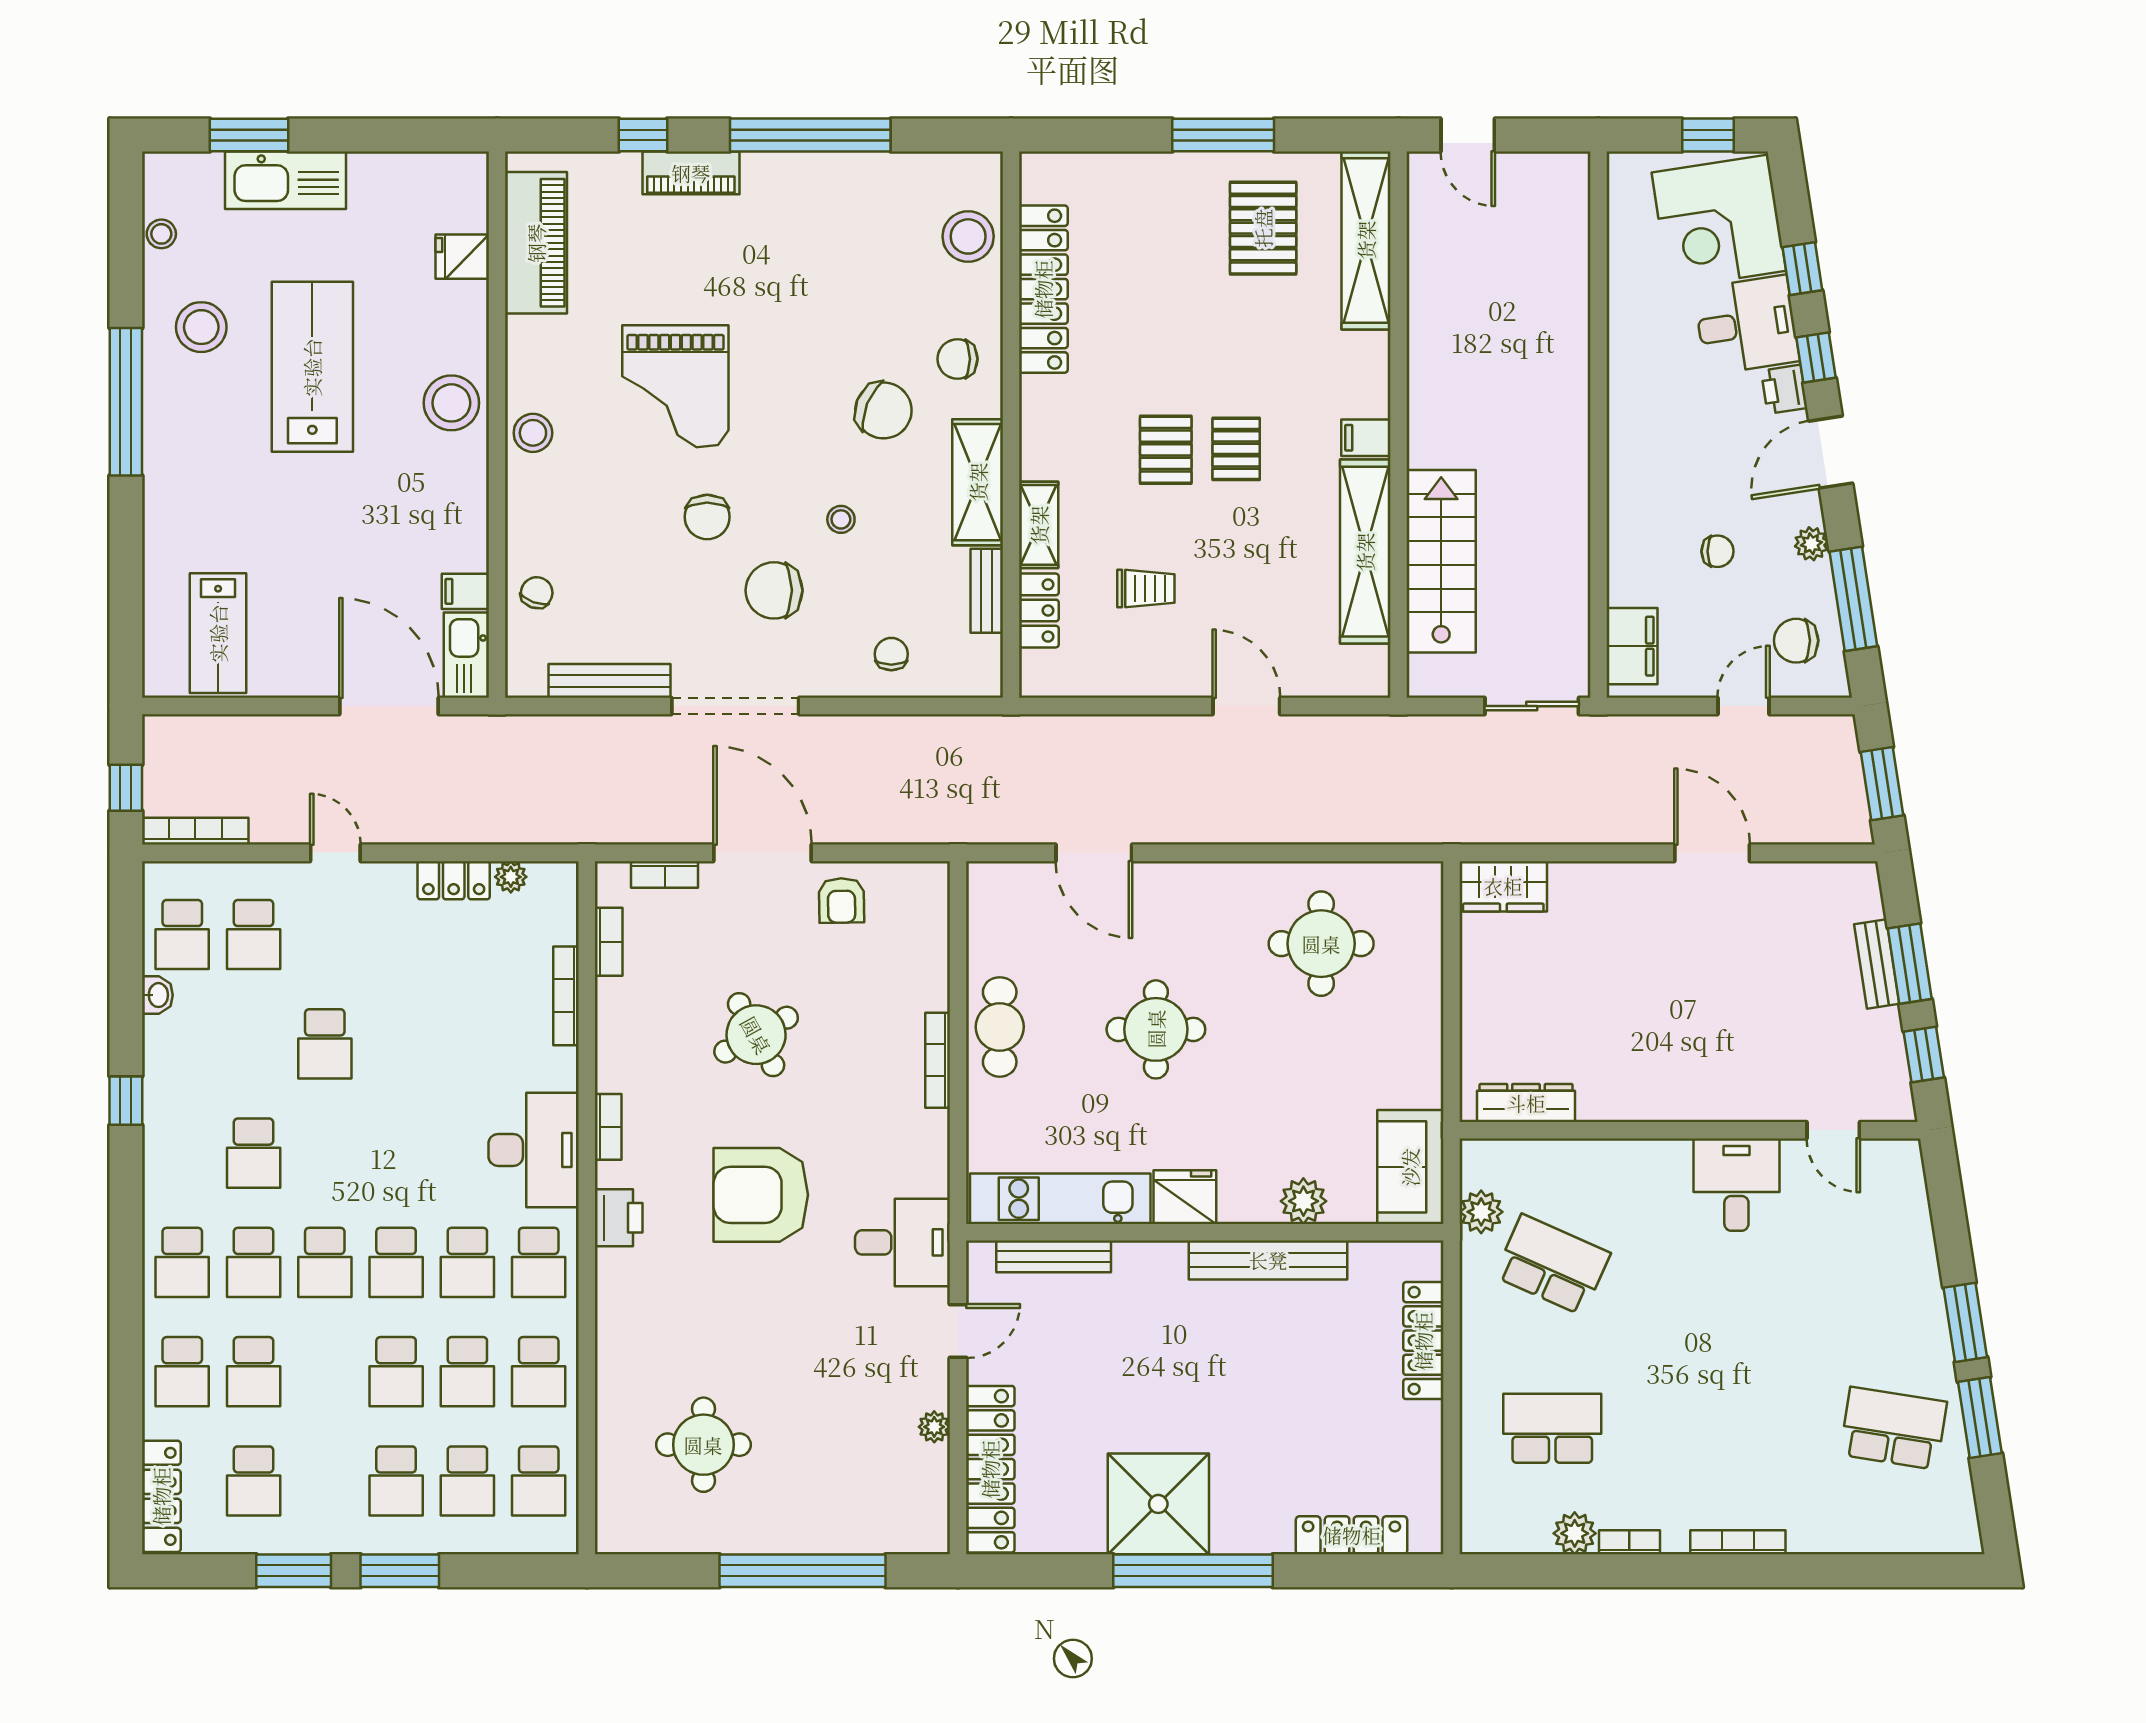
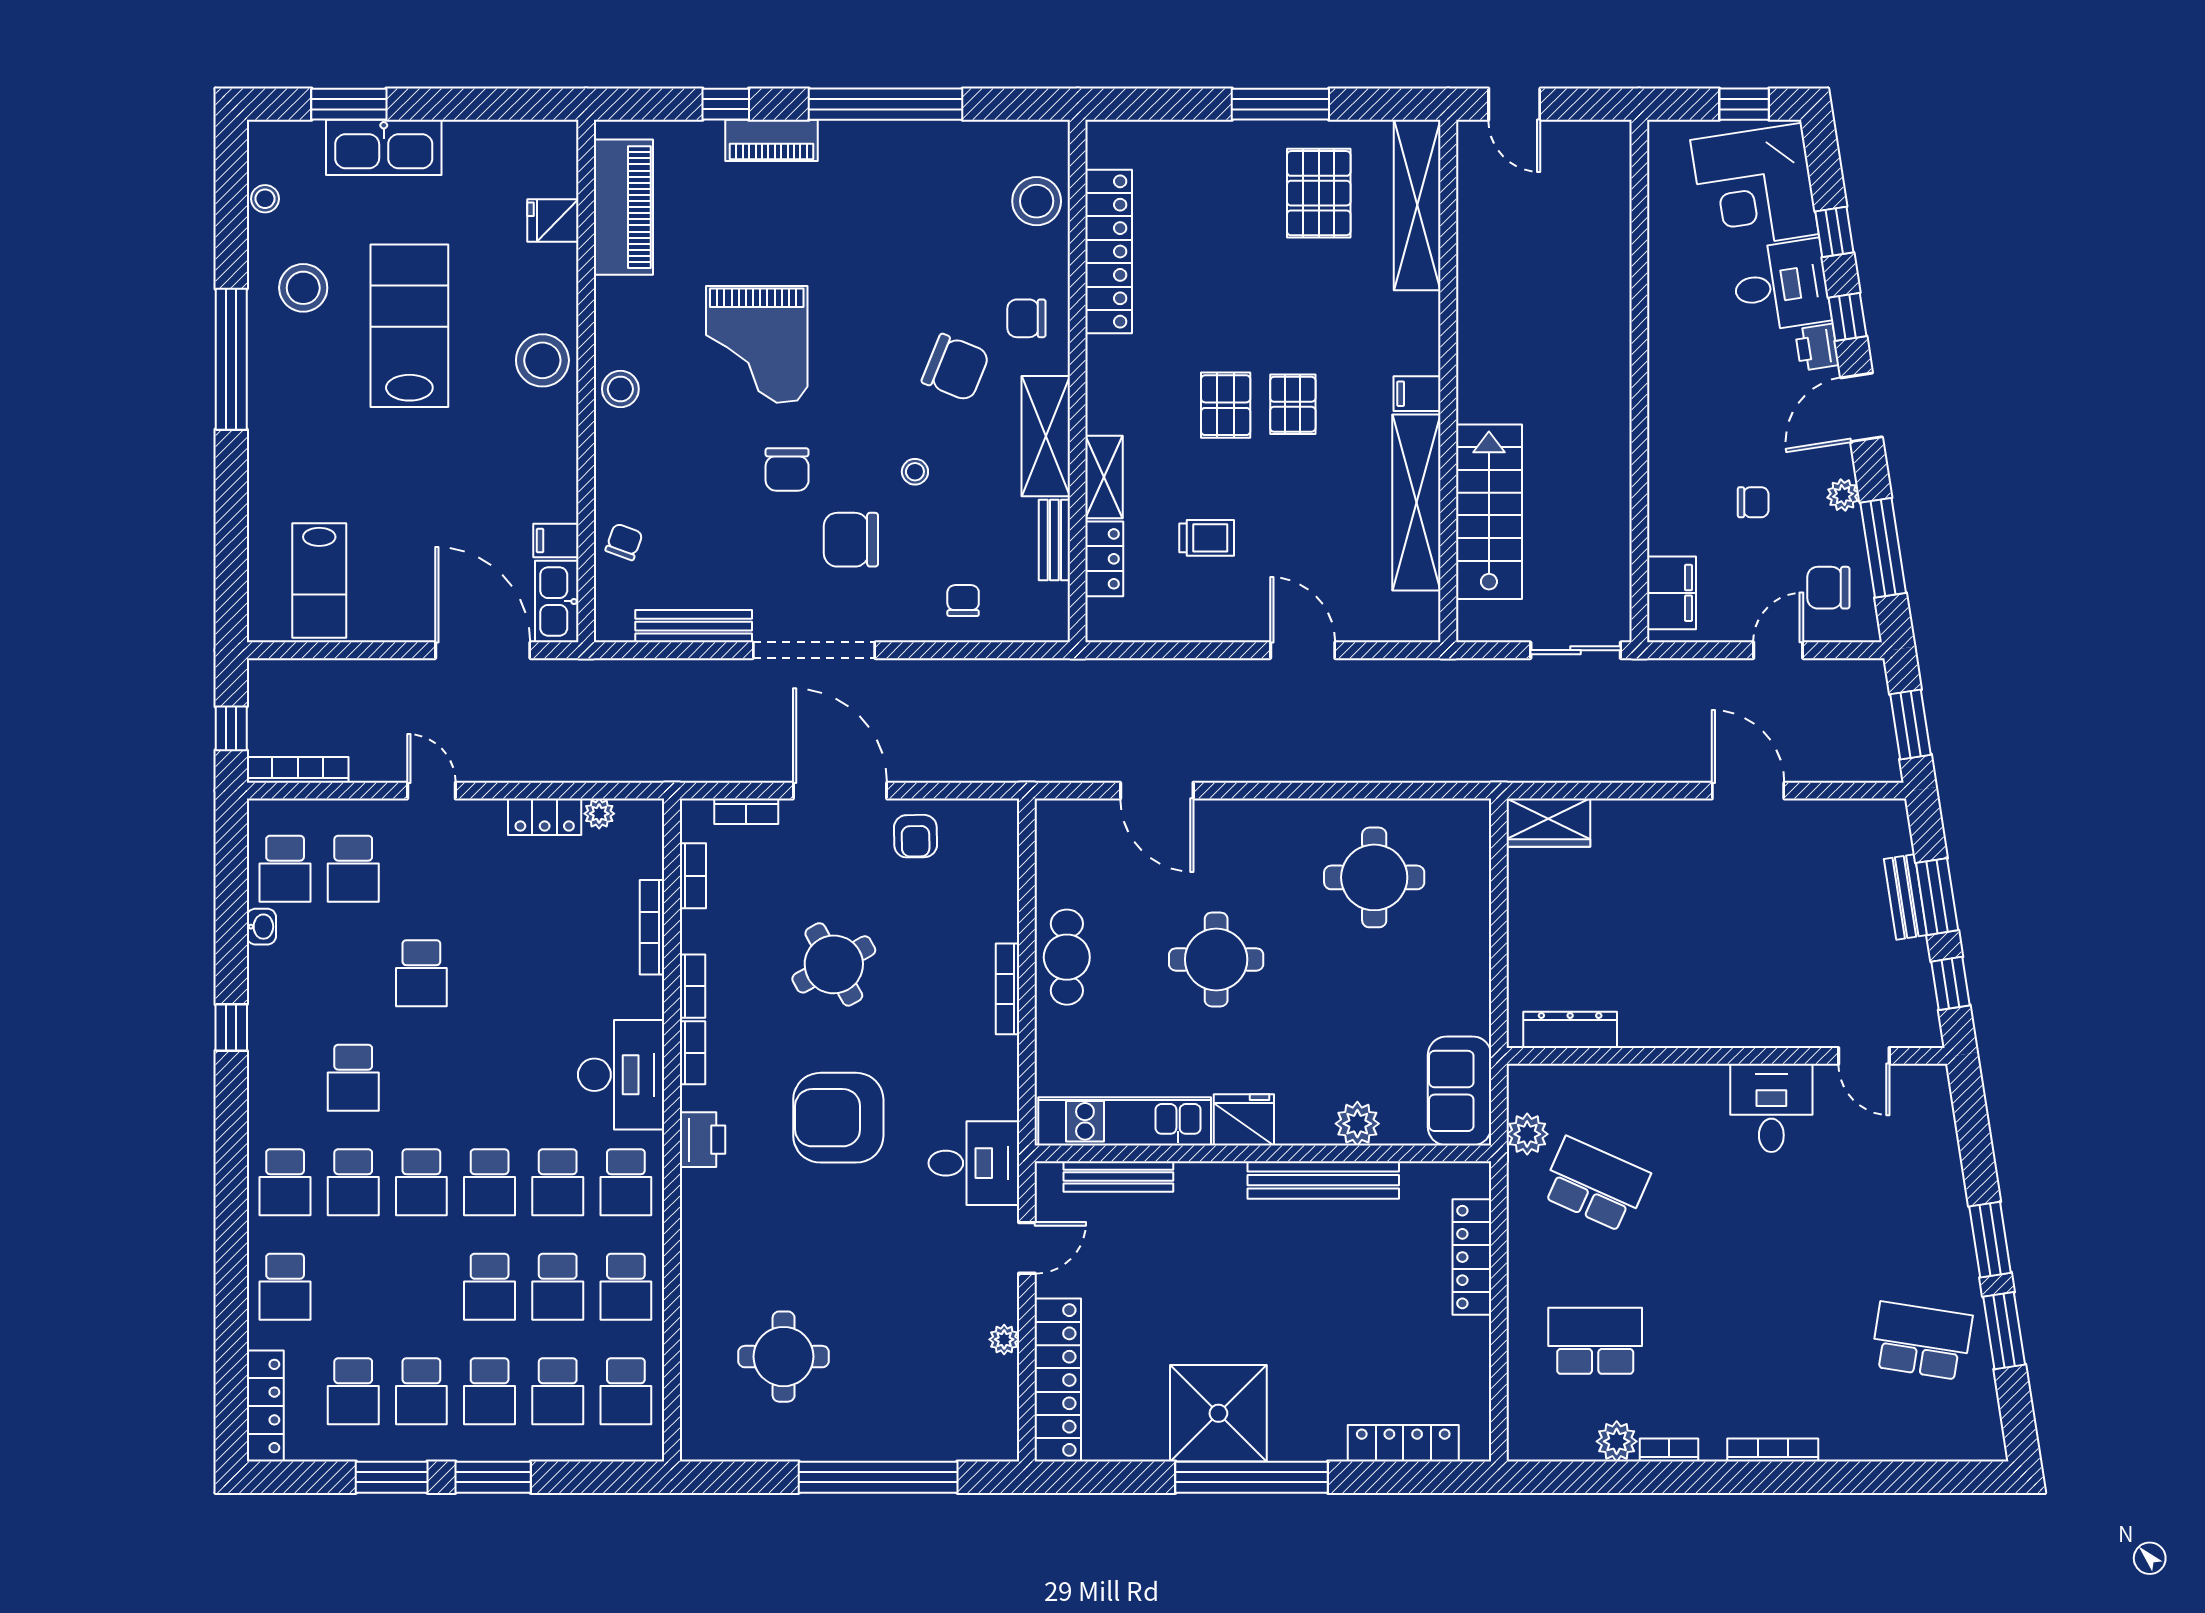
bookcase: (608, 1057) -> (692, 986), added
school desk: (254, 1372) -> (421, 1391), moved

